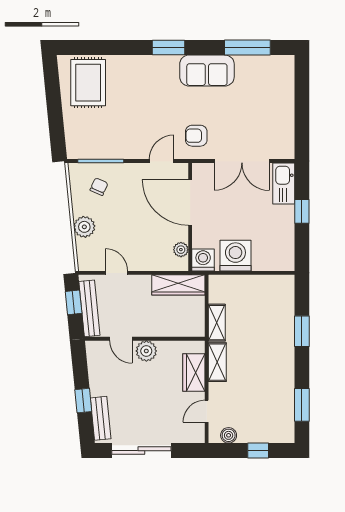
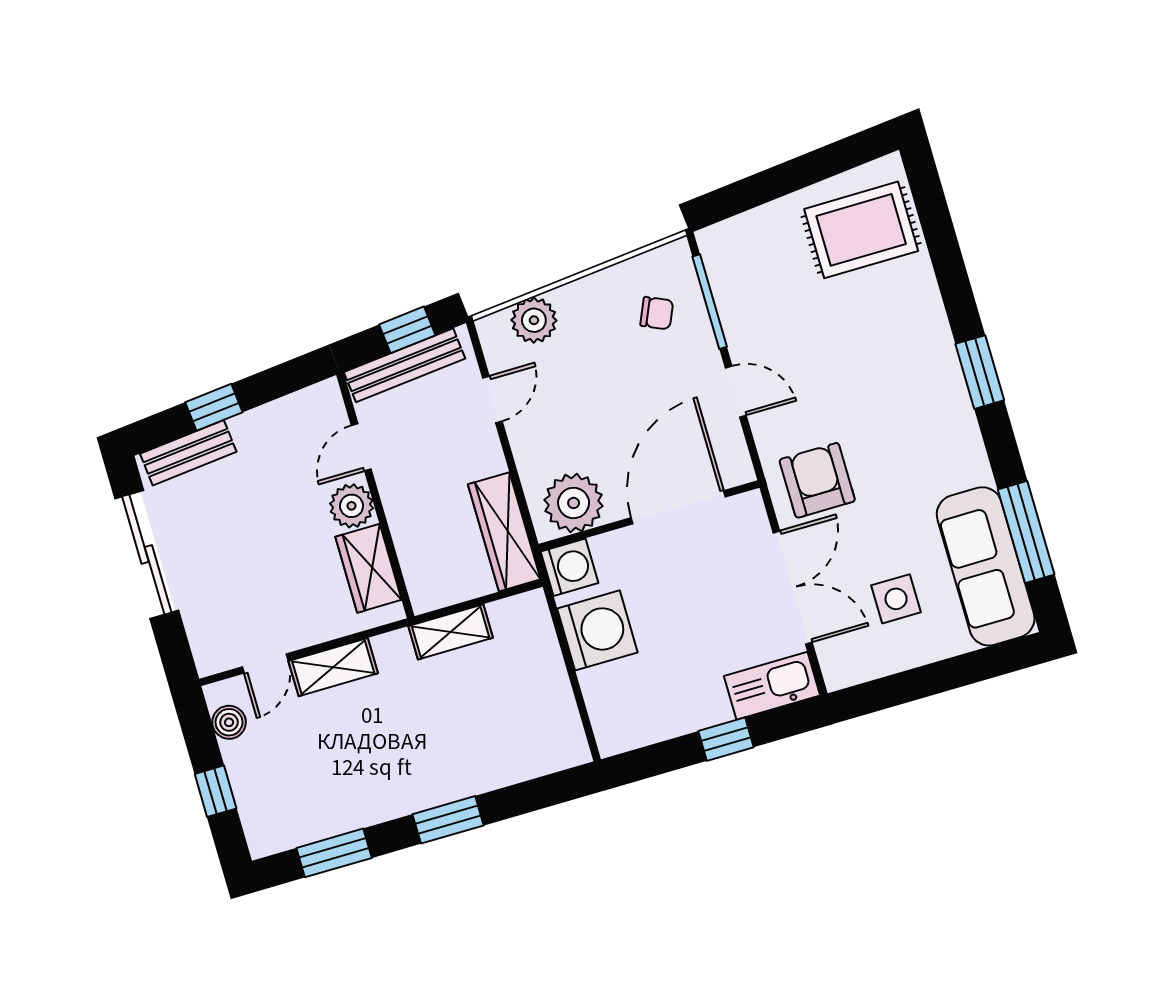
sofa: (207, 70) -> (986, 566), moved, width x1.36
side table: (261, 116) -> (896, 599), added
armchair: (196, 136) -> (817, 480), width x1.38, depth x1.38
door: (162, 161) -> (736, 392), moved
double door: (242, 161) -> (793, 587), swing flipped
plant: (84, 227) -> (534, 320), moved
plant: (181, 250) -> (574, 503), width x1.87, depth x1.87
window: (302, 331) -> (448, 820), moved
shelving: (217, 362) -> (333, 667), moved
wardrobe: (194, 373) -> (368, 568), moved, turned -90
door: (207, 411) -> (265, 664), swing flipped

